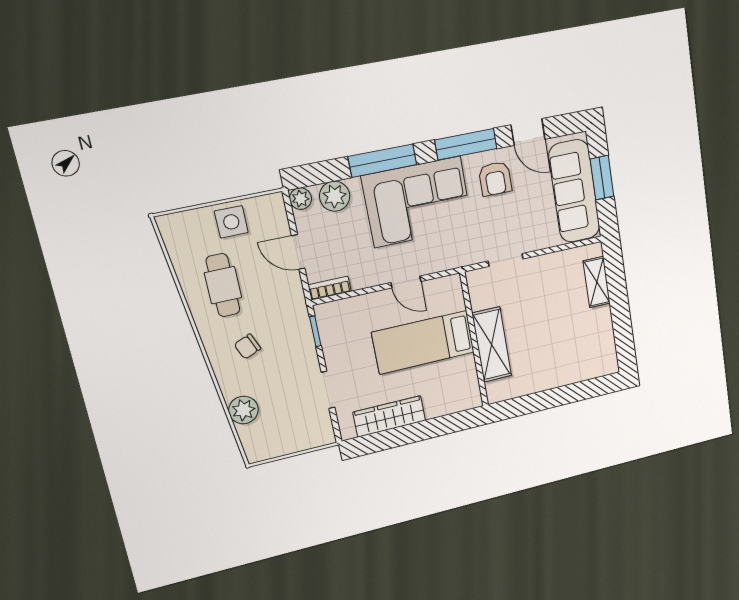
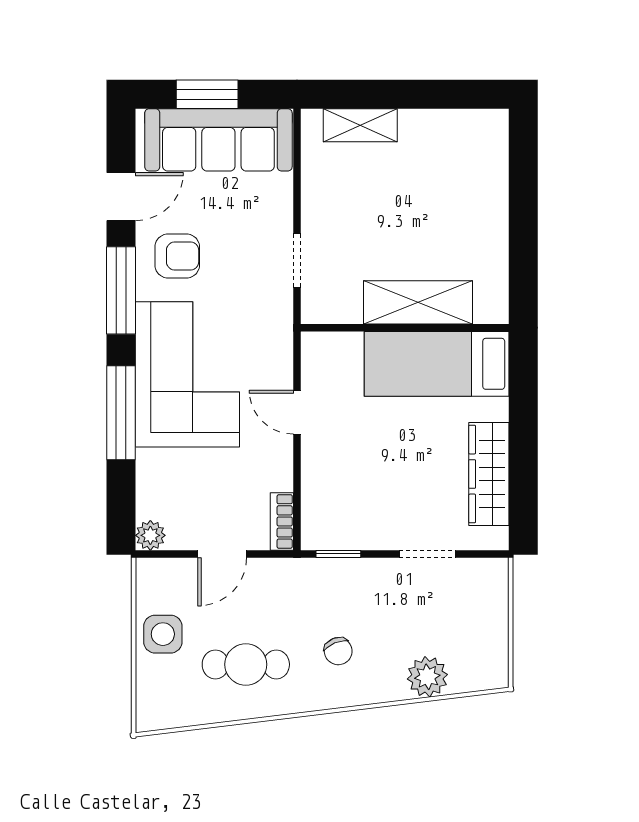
plant: (335, 196) -> (156, 488), removed
door: (406, 282) -> (297, 412), swing flipped
bed: (423, 342) -> (437, 364), moved, turned 90

